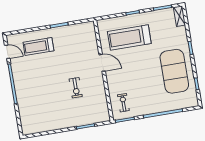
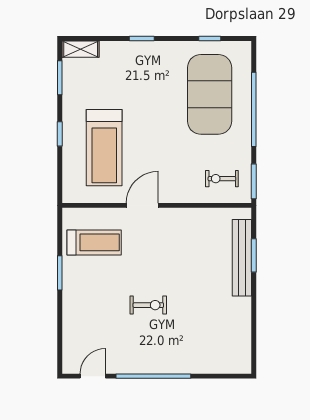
treadmill: (38, 46) -> (94, 242), moved, turned -90
exercise mat: (174, 71) -> (210, 94), moved, turned 90
exercise bike: (76, 88) -> (148, 305), moved
bench: (83, 120) -> (242, 258), added

